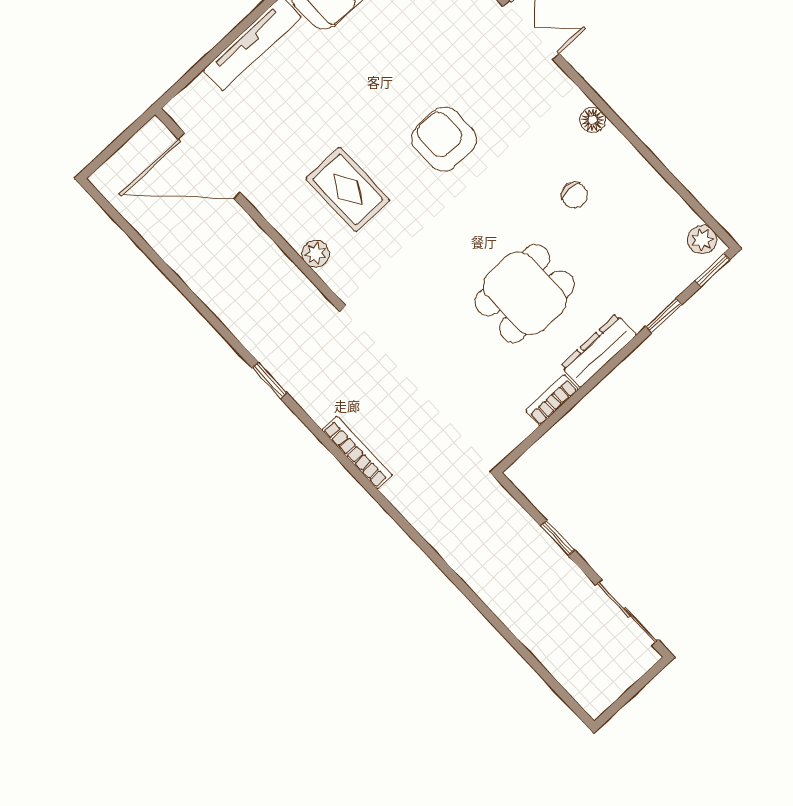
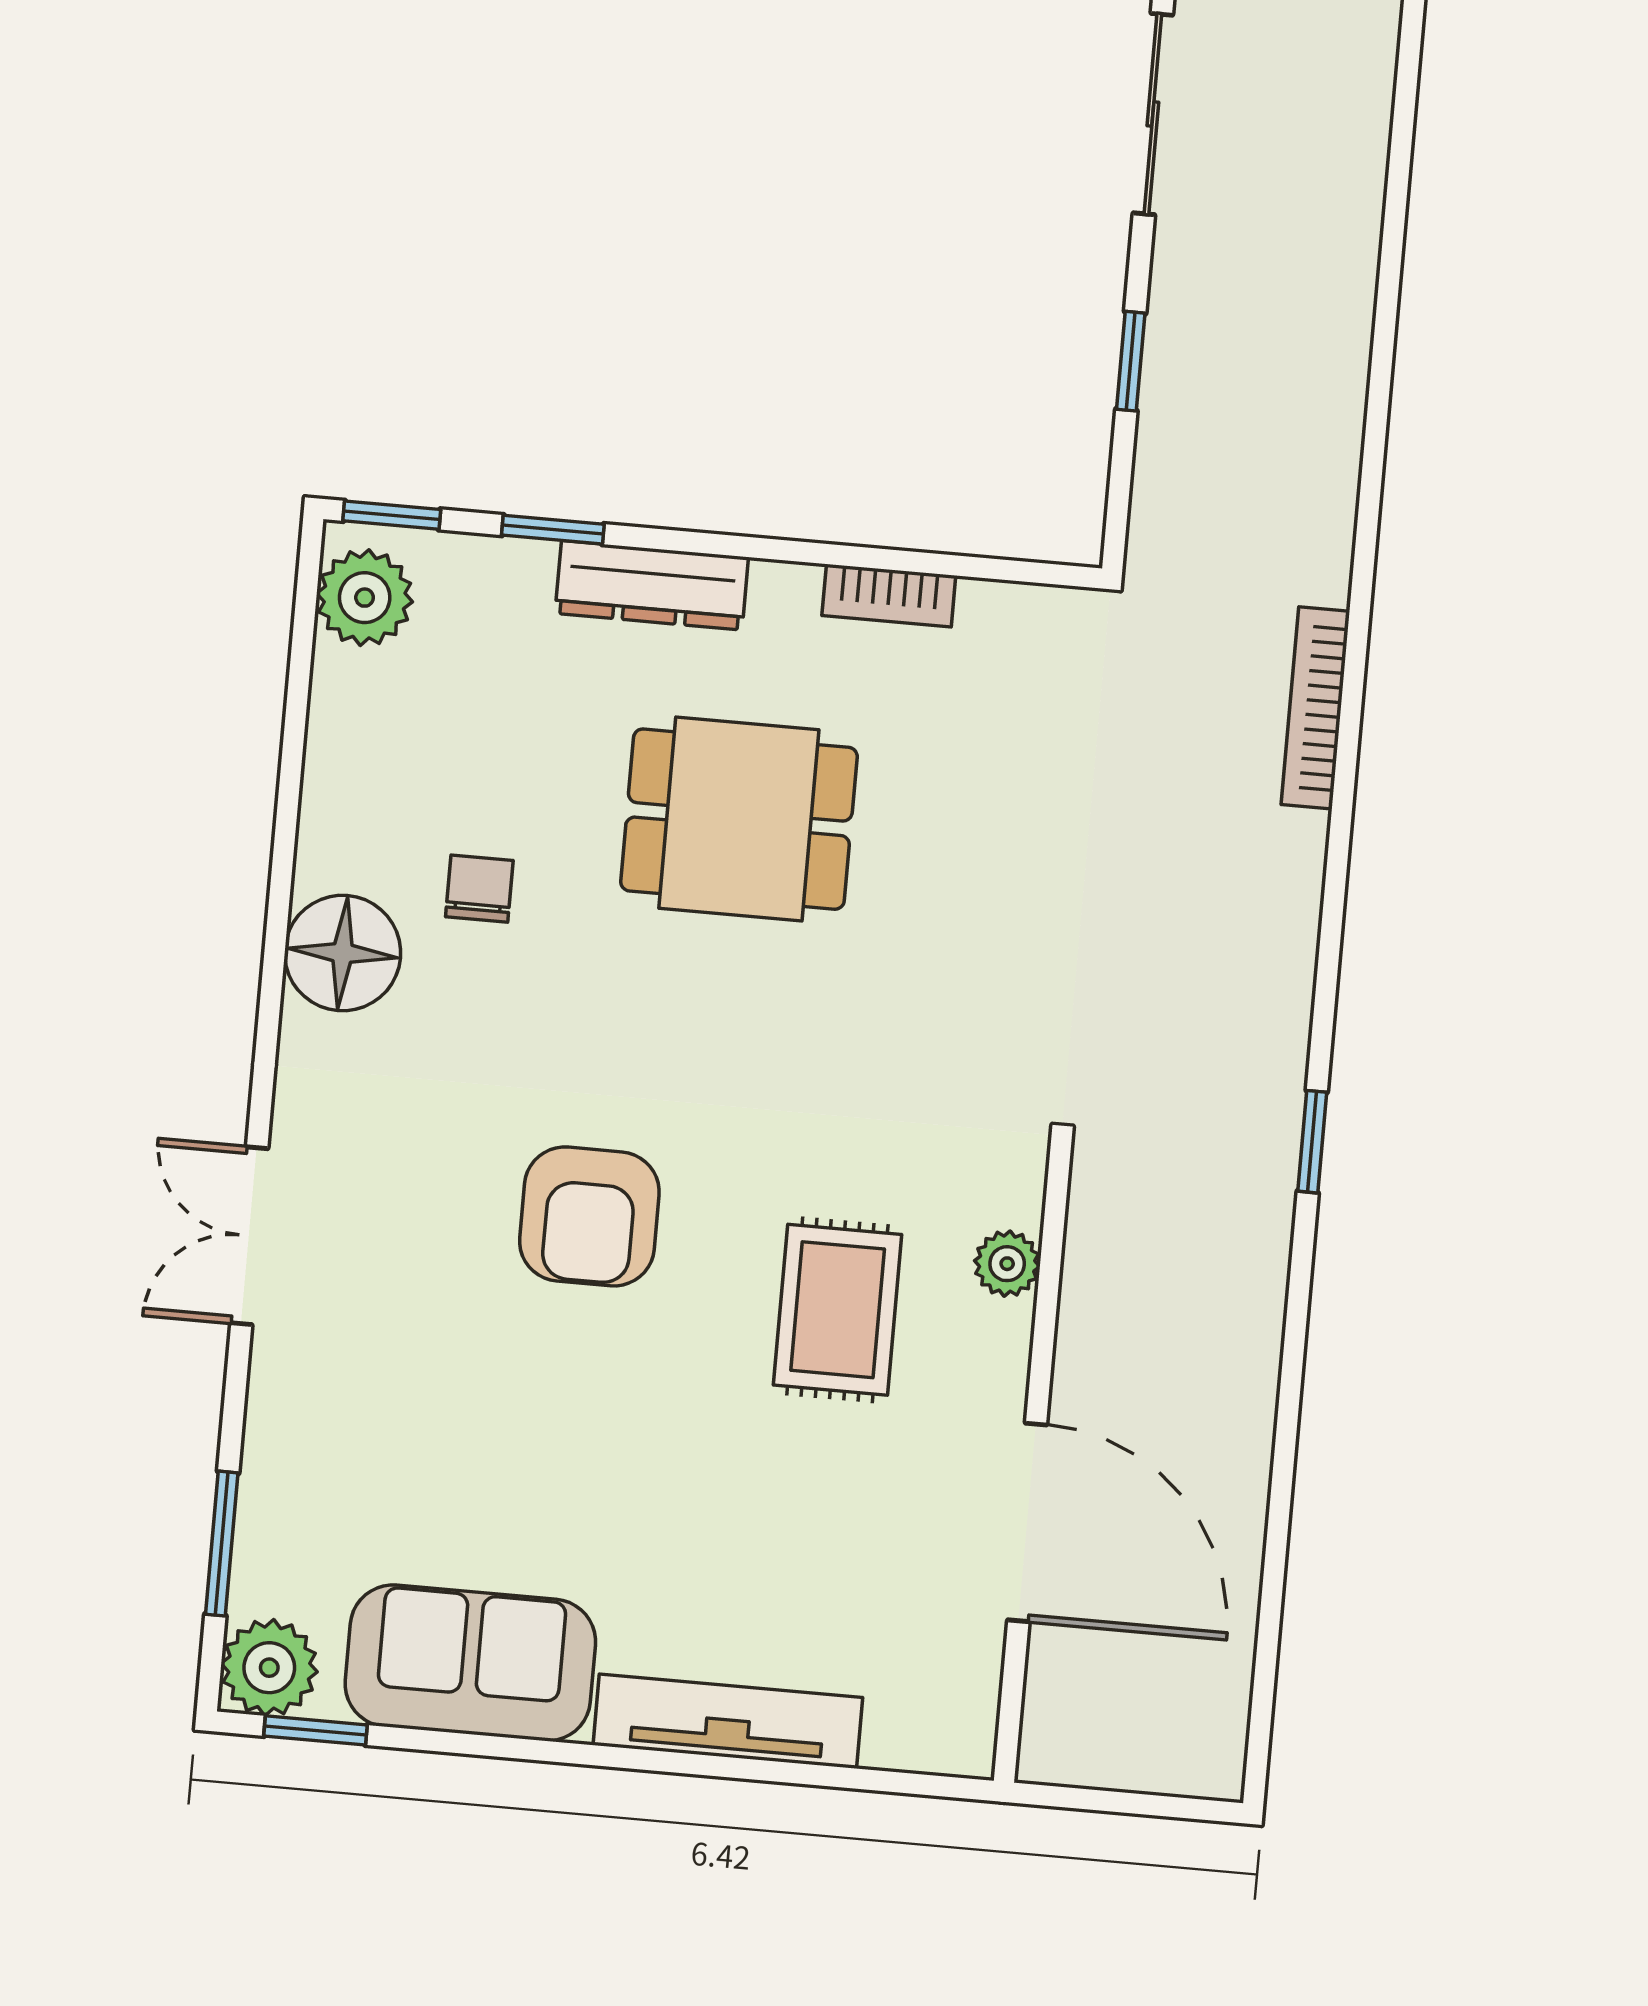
floor lamp: (592, 120) -> (343, 953), width x1.89, depth x1.89
door: (209, 166) -> (1027, 1522), moved
plant: (702, 240) -> (365, 598), width x1.38, depth x1.38
dresser: (598, 351) -> (652, 585), moved
bookcase: (357, 453) -> (1315, 708), moved

